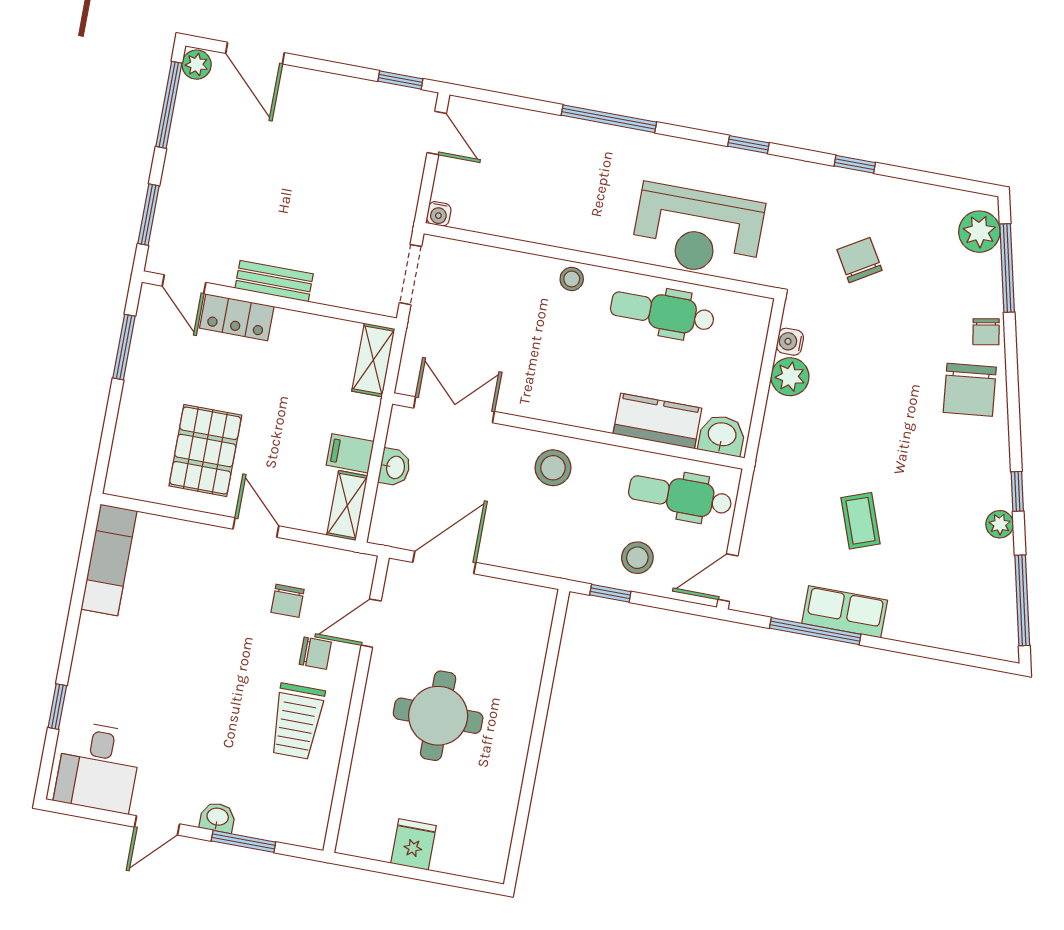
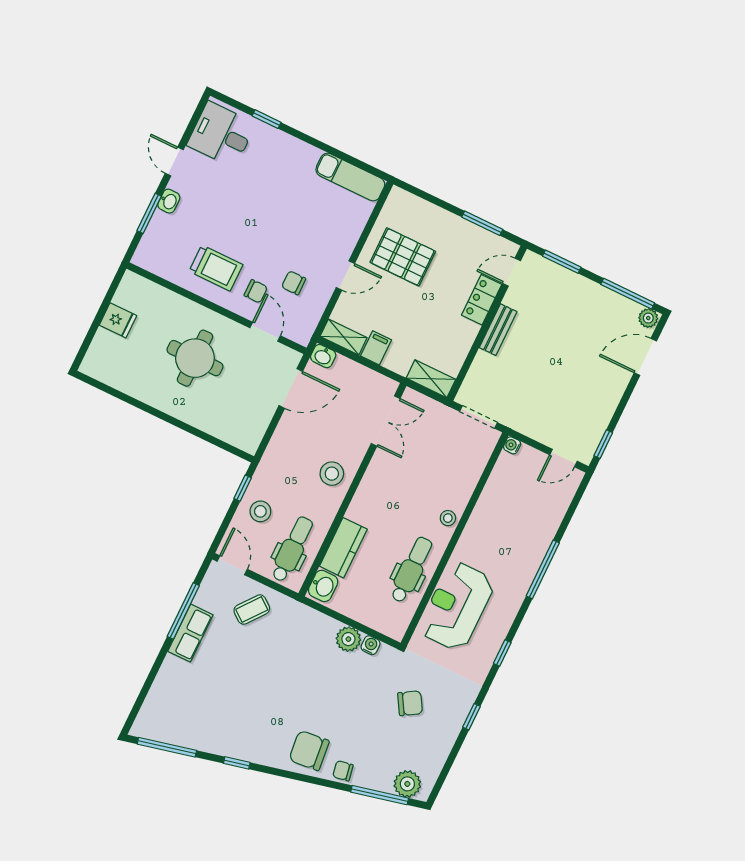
washbasin: (395, 467) -> (323, 356), moved
coffee table: (860, 521) -> (252, 610), moved, turned -32
plant: (1000, 524) -> (219, 746), removed
door: (444, 562) -> (291, 388), hinge flipped
chair: (315, 653) -> (256, 291), turned -90
trolley: (297, 721) -> (216, 268), turned 180

